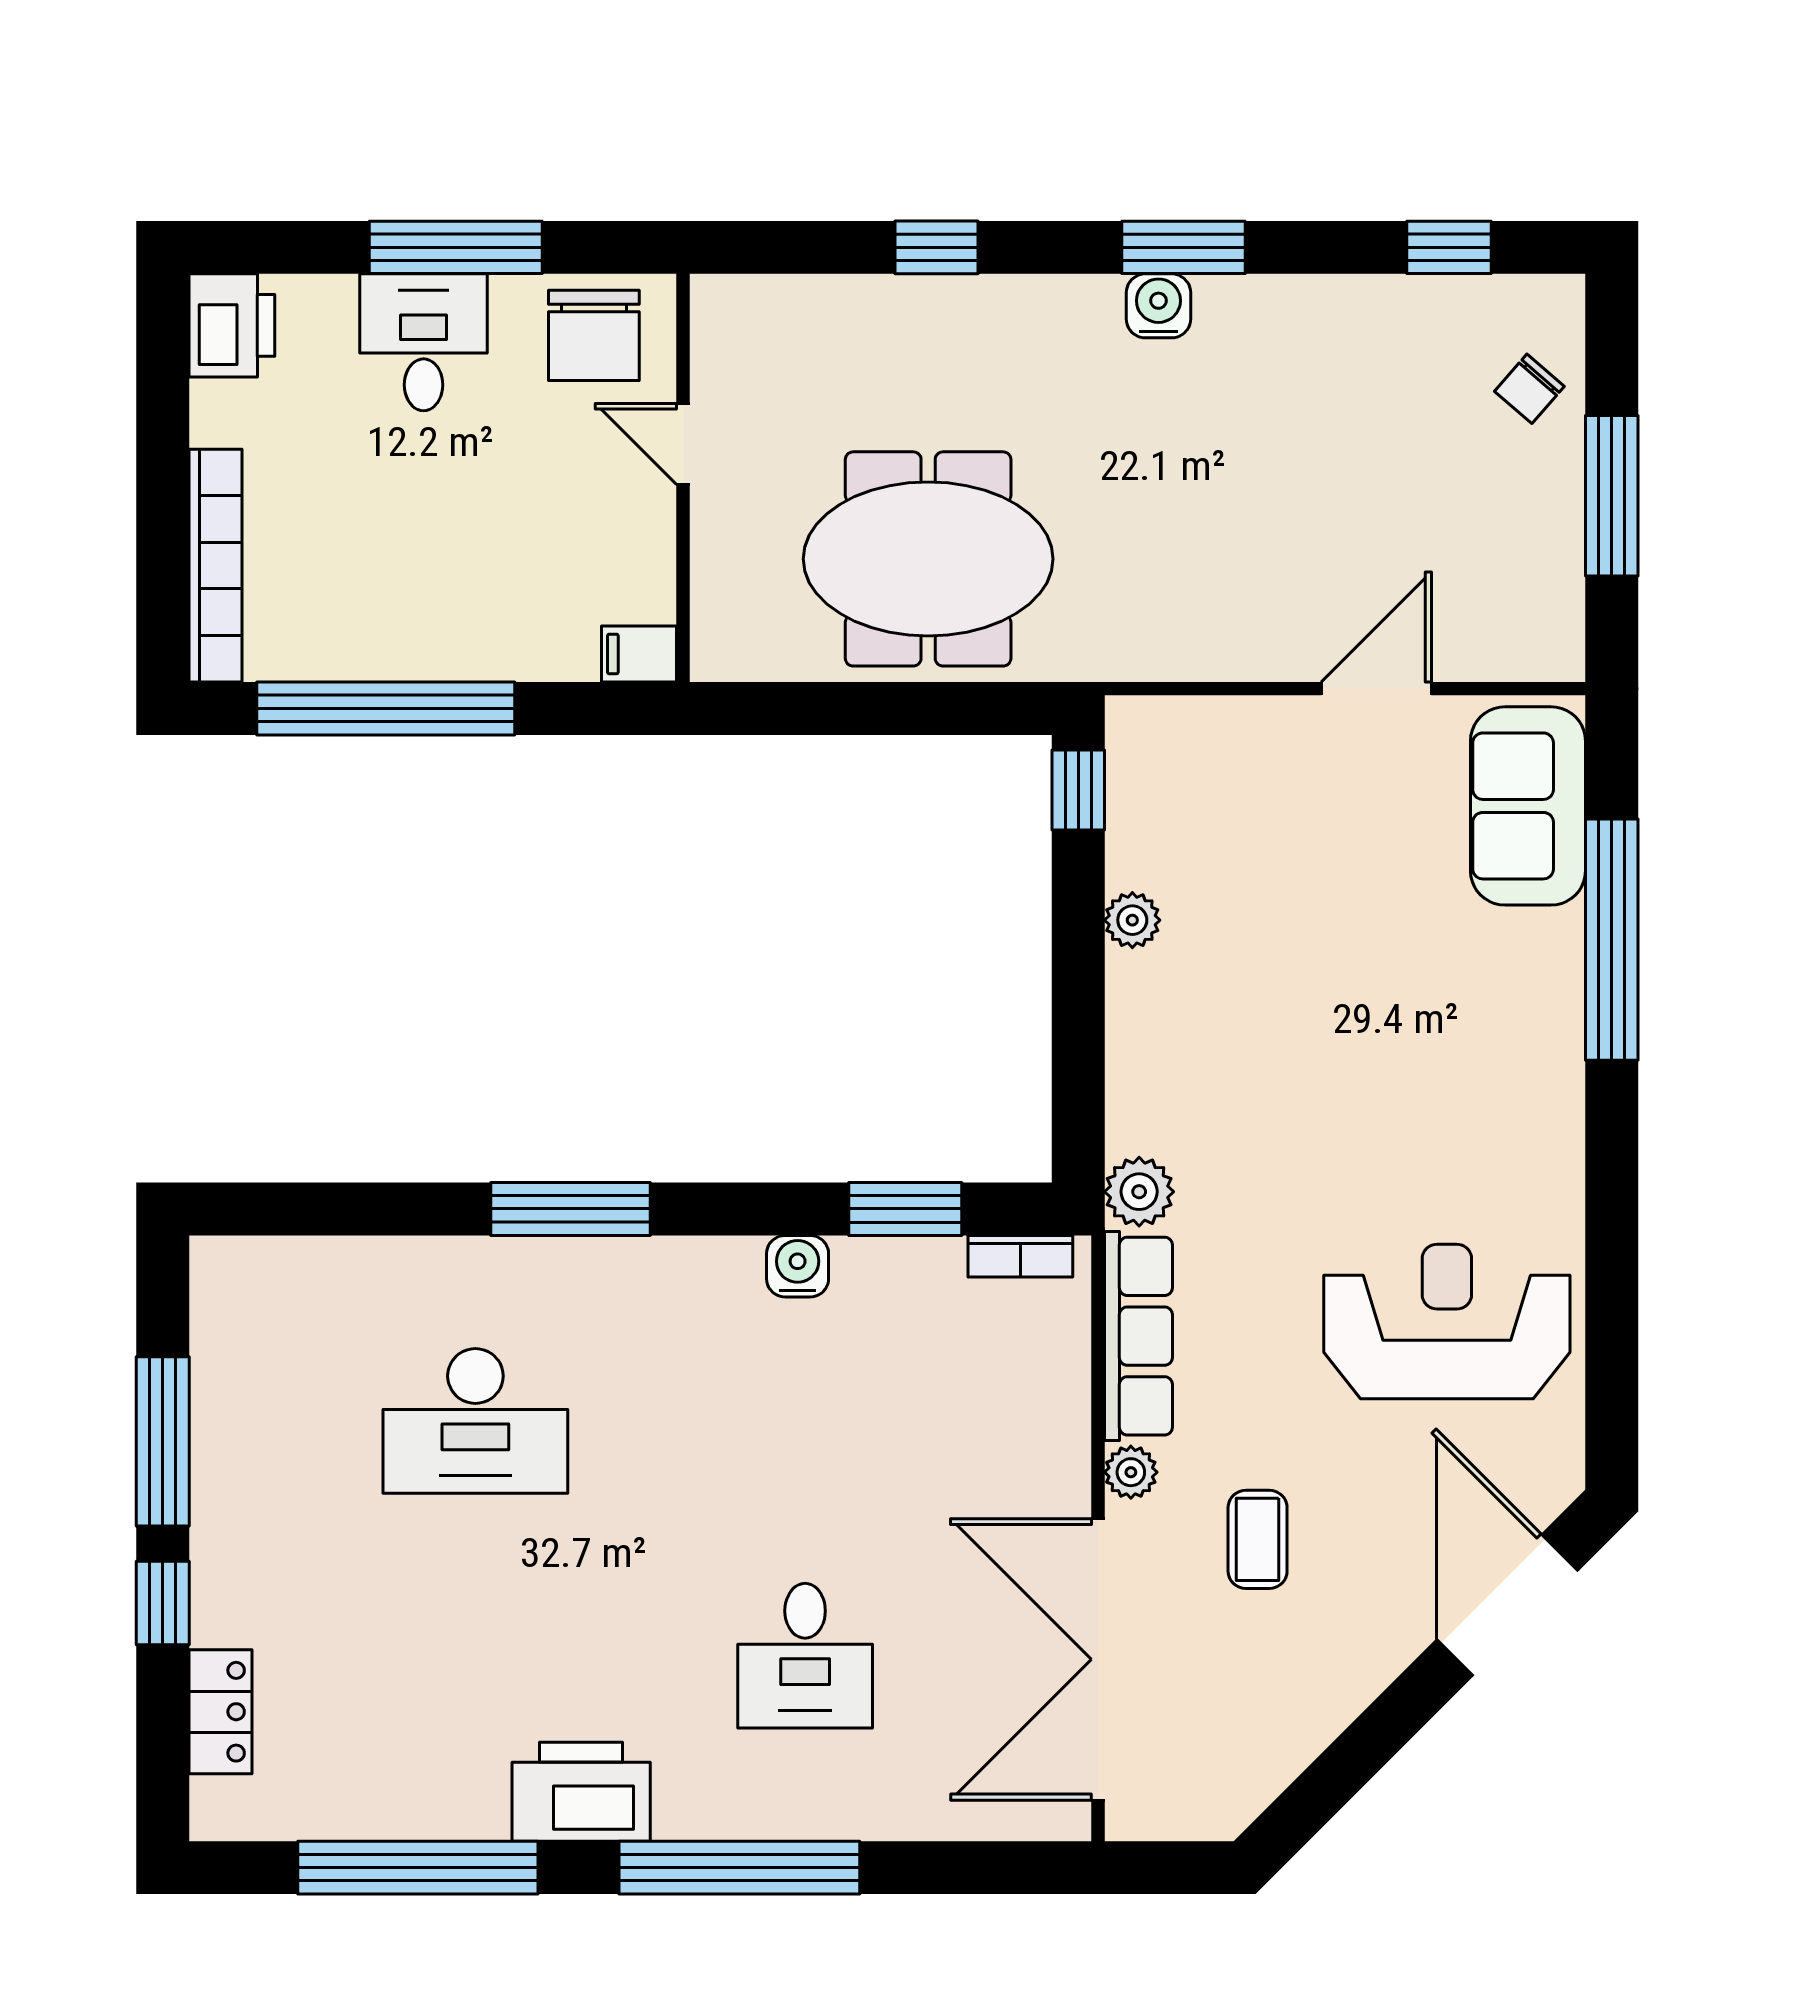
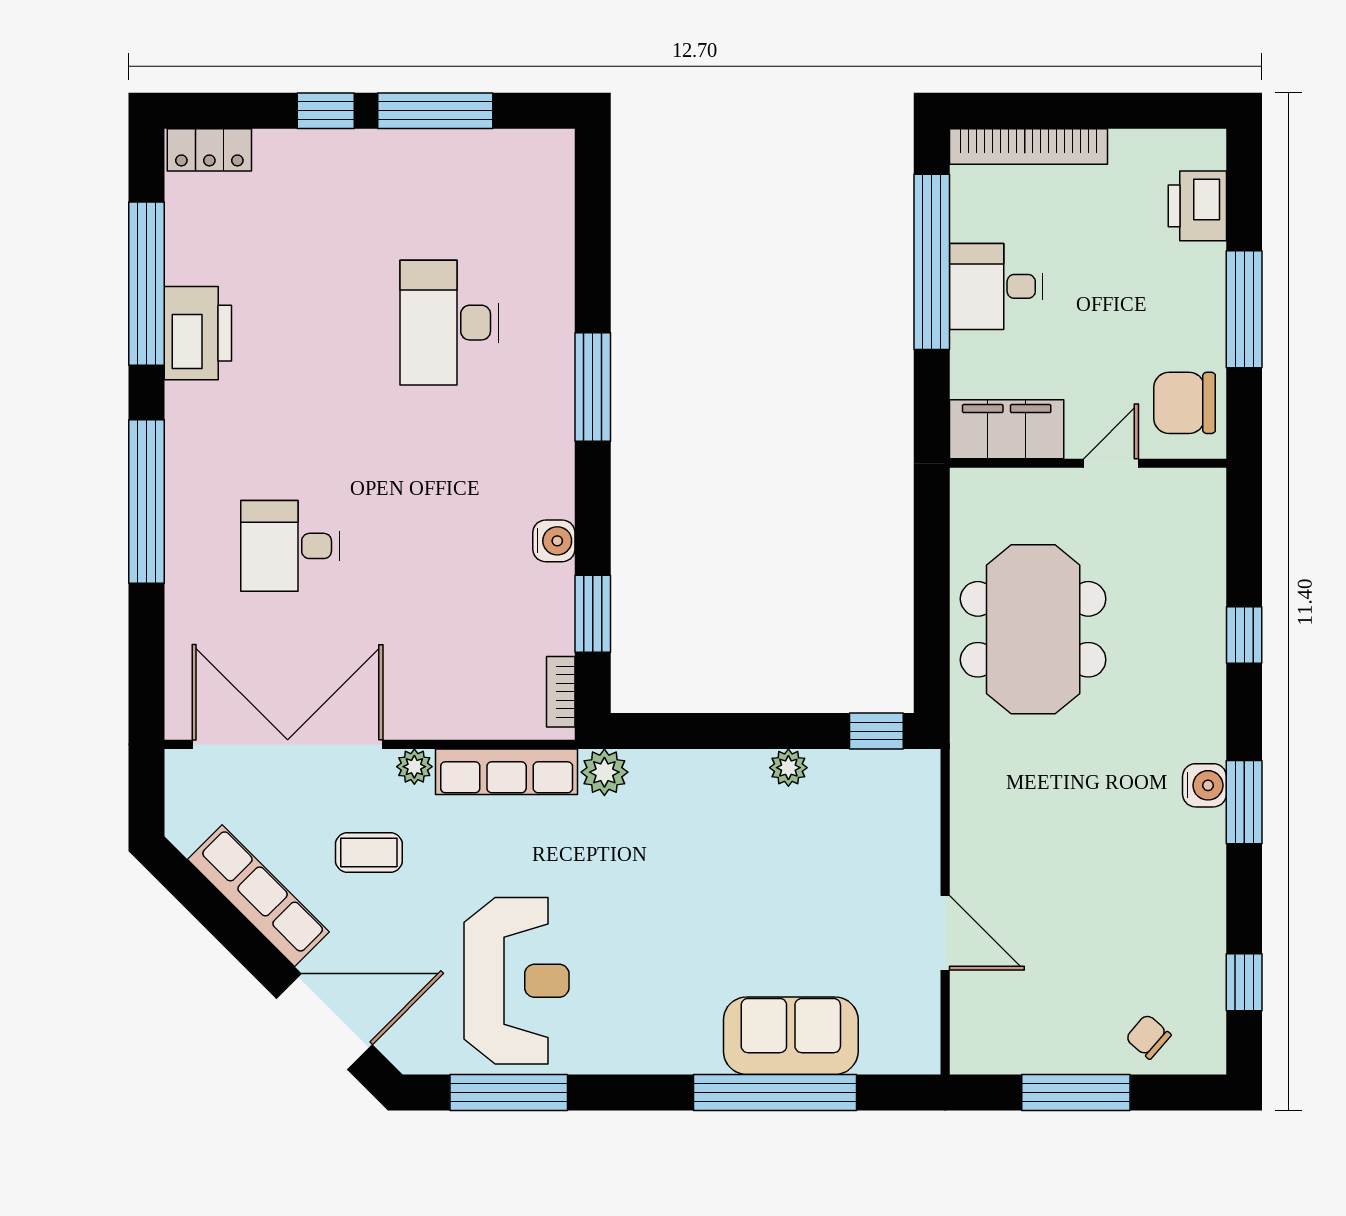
printer: (232, 325) -> (1197, 206), moved, turned 90
desk: (424, 342) -> (996, 286), moved, turned 180
filing cabinet: (639, 654) -> (1007, 429), width x3.00, depth x1.17
sofa: (1528, 806) -> (791, 1036), moved
window: (1612, 1333) -> (509, 1092), added
row of seats: (1321, 1702) -> (258, 896), added
locker: (220, 1712) -> (209, 150), moved
printer: (581, 1792) -> (198, 333), moved

